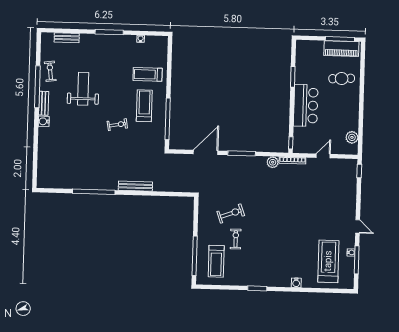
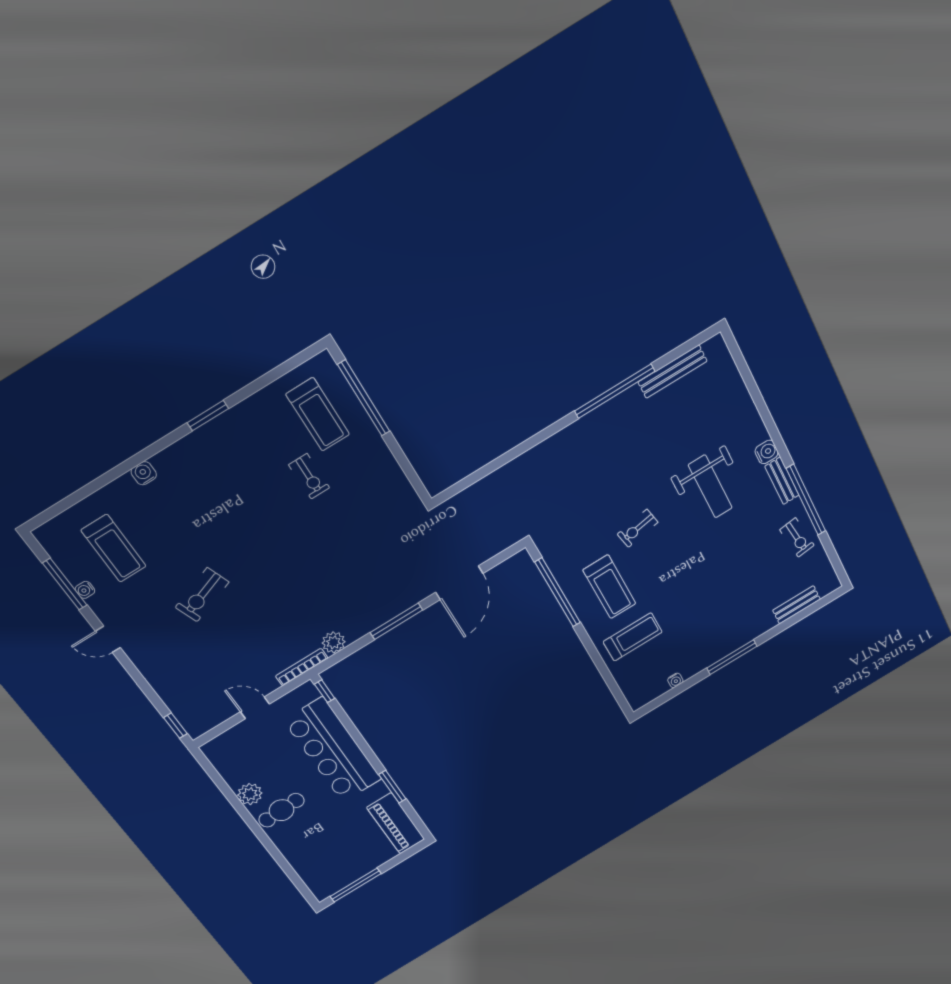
piano: (341, 49) -> (396, 823), moved, turned -90
cafe table: (342, 79) -> (282, 810), moved
weight bench: (83, 89) -> (710, 486), moved
bar counter: (306, 105) -> (333, 750), width x1.36
plant: (352, 137) -> (250, 794), moved
door: (323, 156) -> (255, 708), swing flipped
bench: (135, 186) -> (673, 372), moved
exercise bike: (231, 213) -> (202, 595), moved
treadmill: (216, 261) -> (318, 414), turned 180
treadmill: (328, 261) -> (114, 548), width x0.73, depth x0.73

